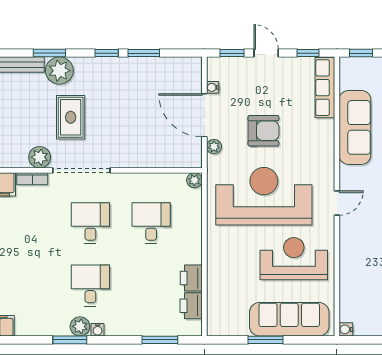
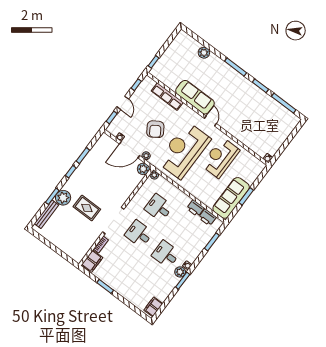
door: (266, 53) -> (123, 103), swing flipped
row of seats: (325, 88) -> (167, 97), moved
sofa: (355, 127) -> (195, 97), moved
armchair: (263, 131) -> (155, 129), turned 147
plant: (40, 157) -> (143, 169), moved
sofa: (289, 319) -> (231, 198), moved

